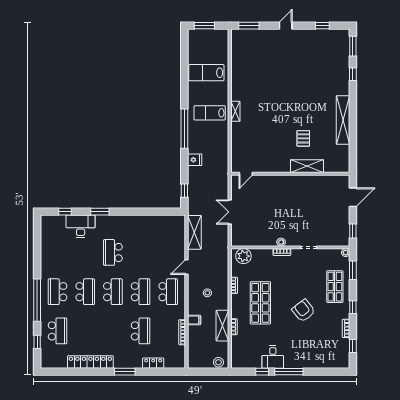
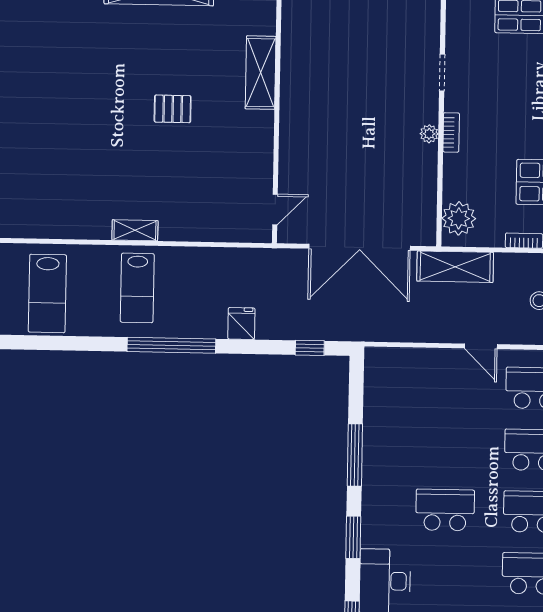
pallet: (303, 138) -> (173, 109), moved
door: (246, 174) -> (275, 209), hinge flipped
window: (137, 212) -> (355, 455), added
double door: (230, 212) -> (360, 247), width x1.87
shelving: (194, 232) -> (455, 267), moved
school desk: (113, 252) -> (445, 510), turned 180

